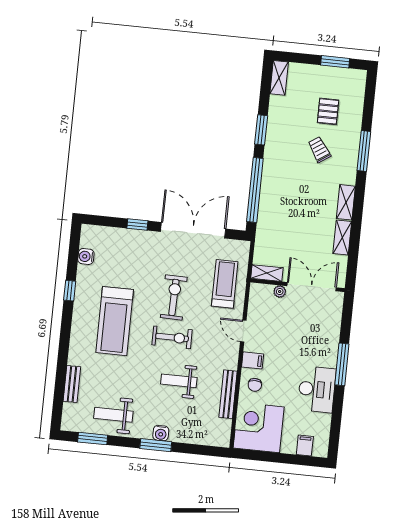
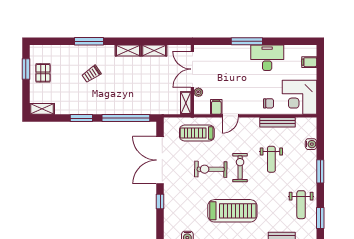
pallet: (328, 111) -> (43, 73), moved, turned 90
filing cabinet: (253, 360) -> (216, 107), moved
water cooler: (161, 433) -> (311, 144), moved

